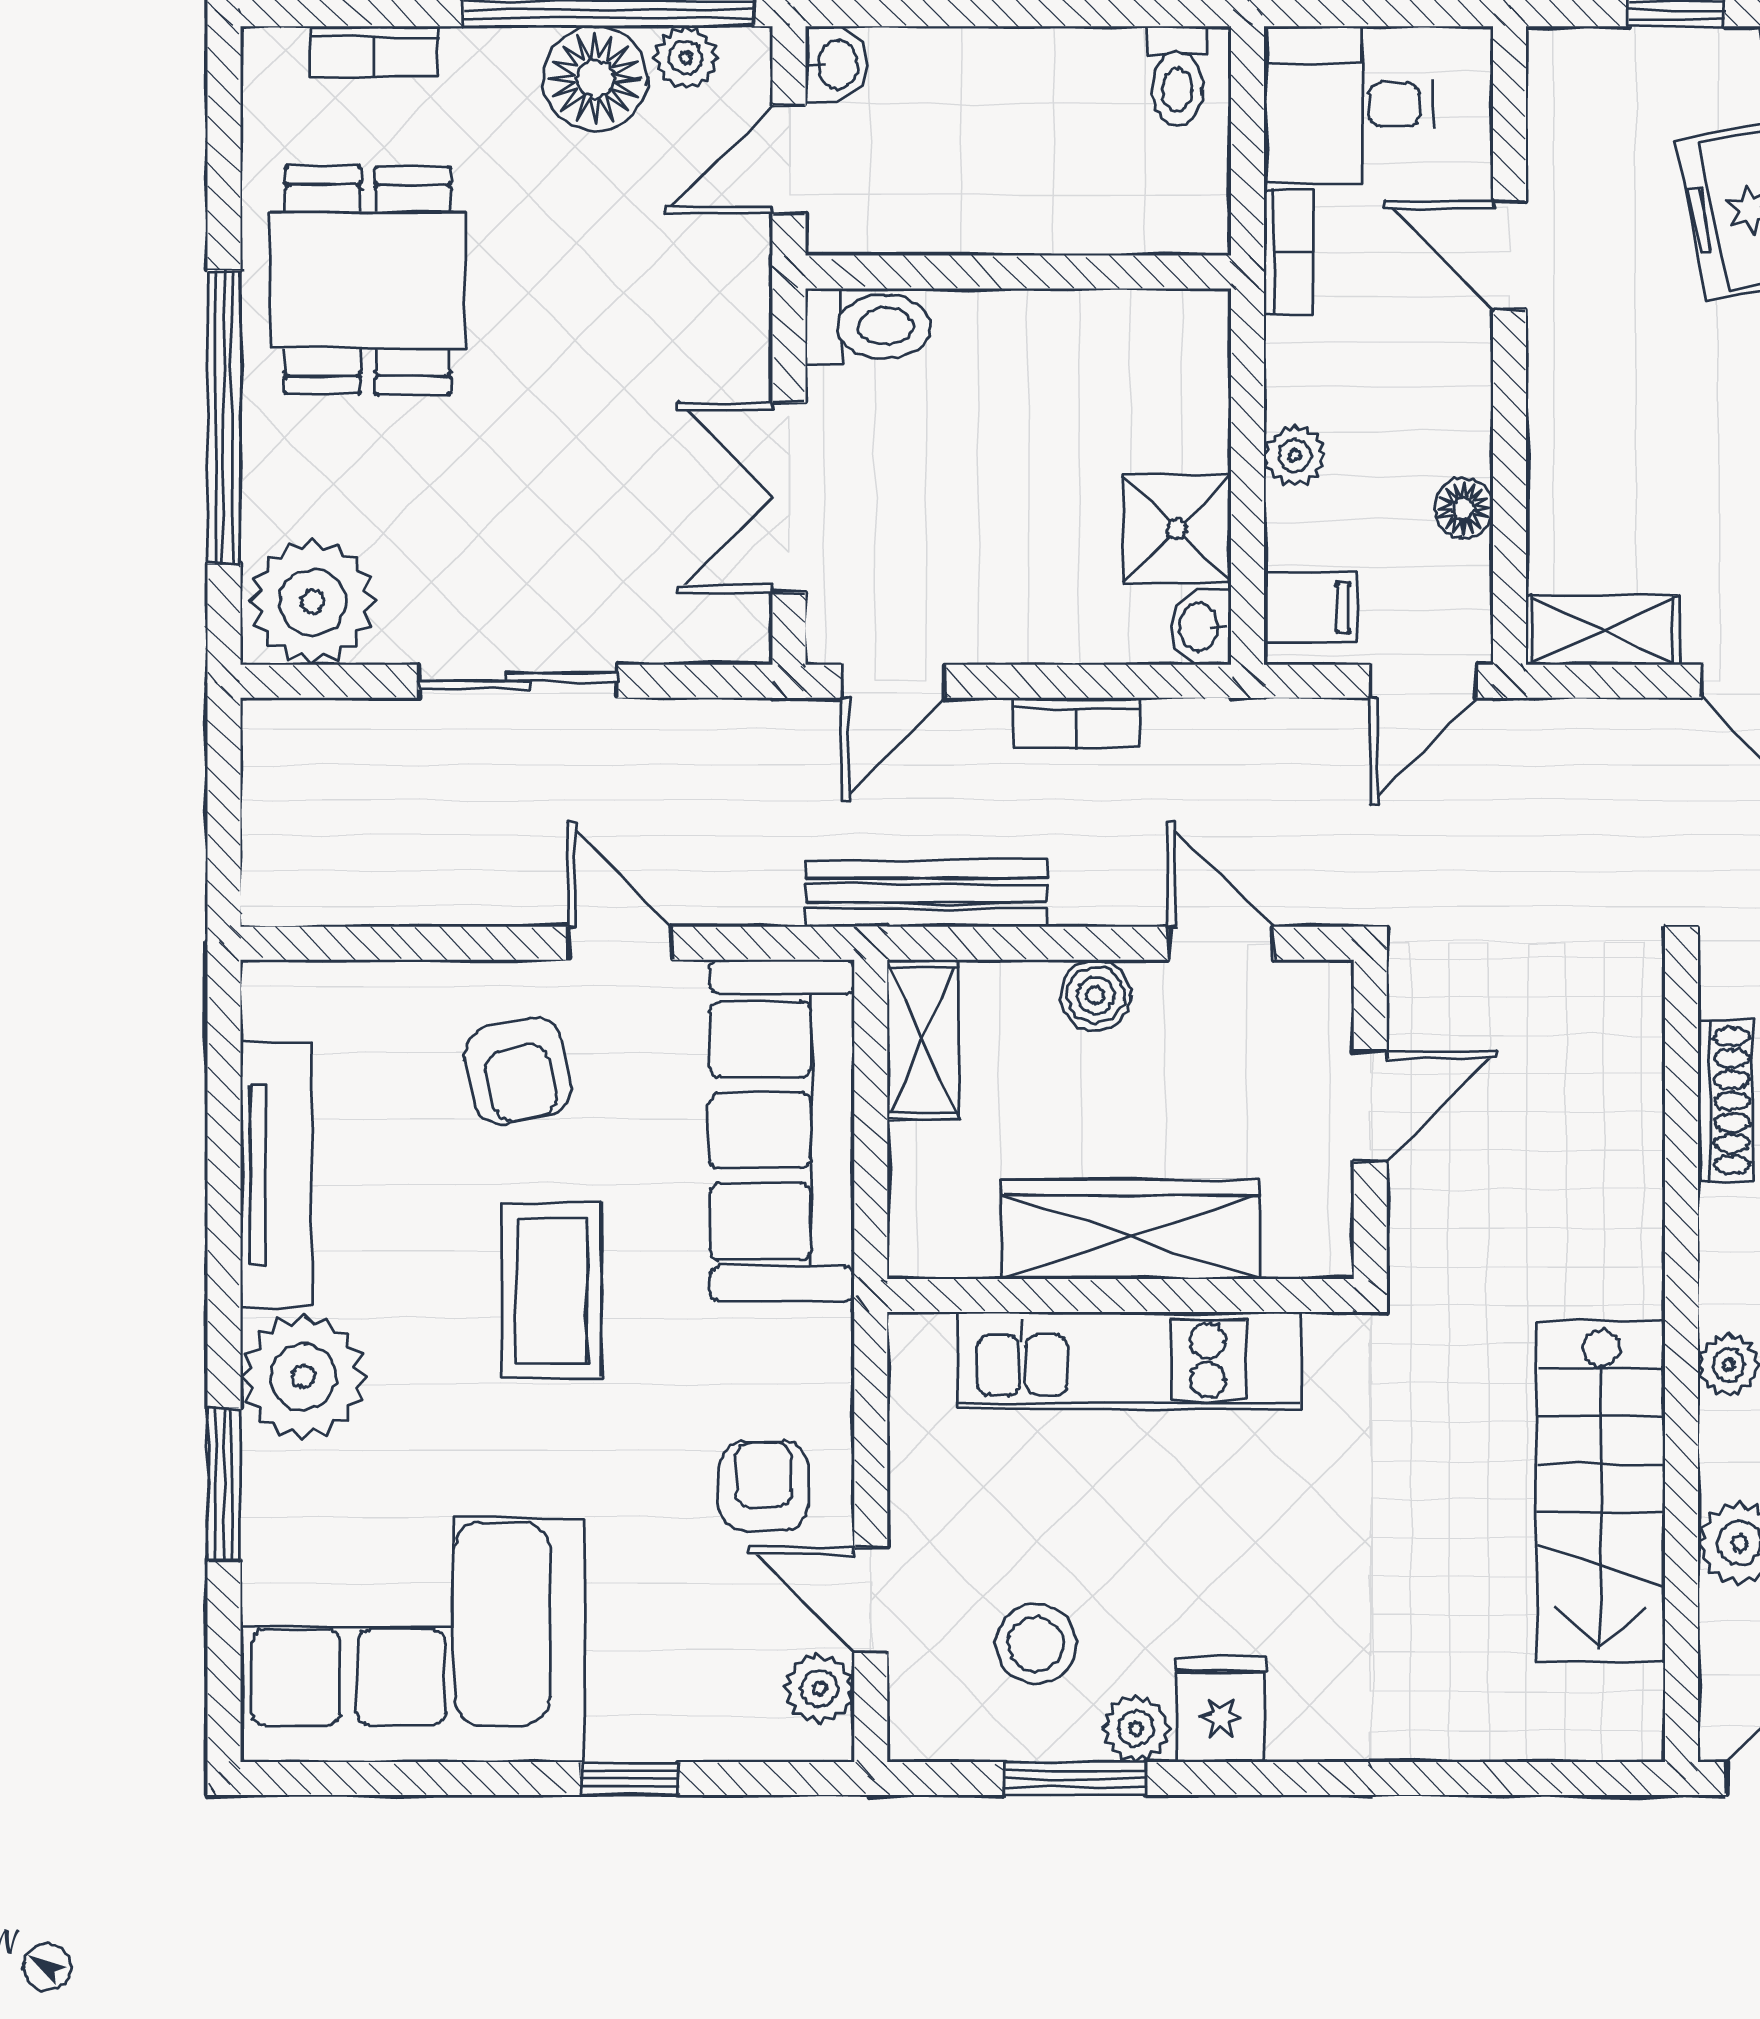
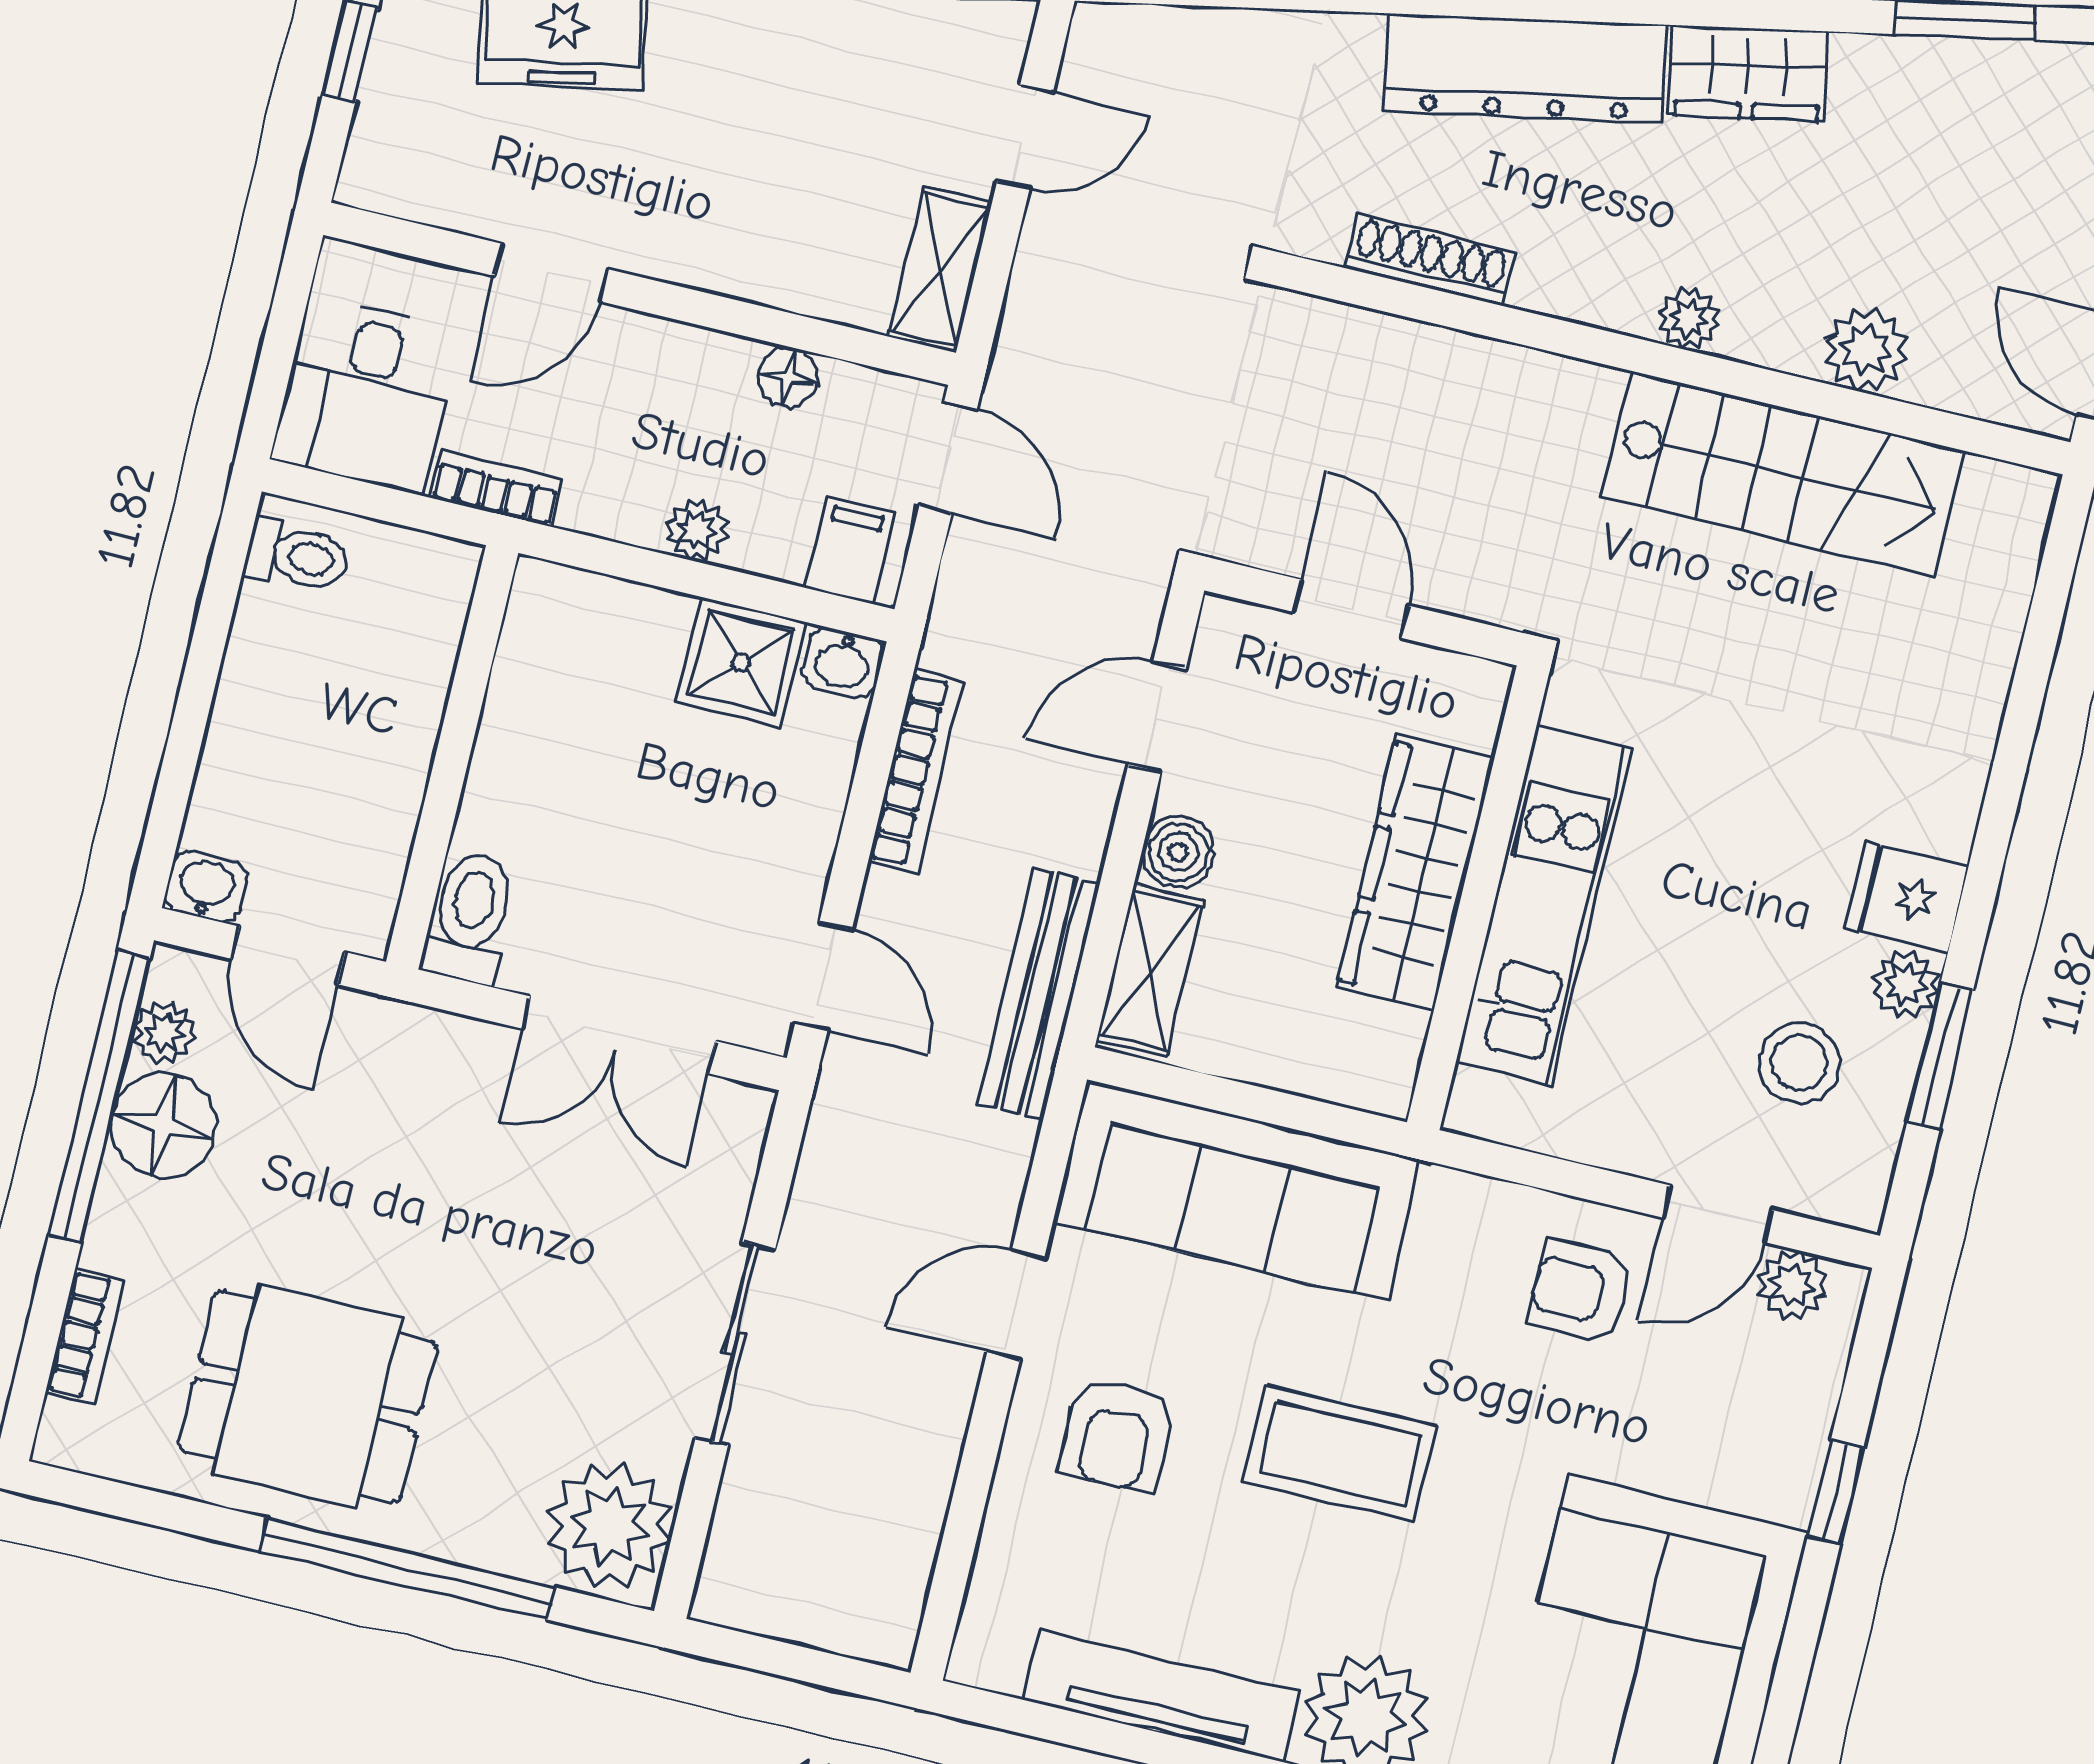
bookcase: (1077, 723) -> (916, 771), width x1.56
shelving: (923, 1040) -> (1150, 971), moved, turned 90
armchair: (518, 1071) -> (1117, 1435), turned 102

